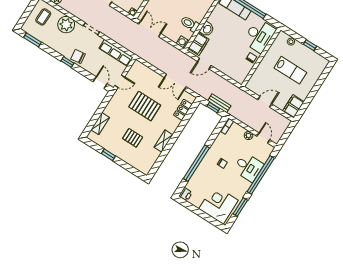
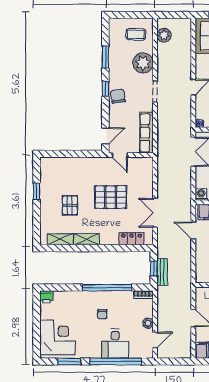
window: (33, 40) -> (105, 57), moved
pallet: (145, 106) -> (111, 197), turned 90
shelving: (100, 124) -> (60, 239), moved
window: (196, 163) -> (107, 288), moved

